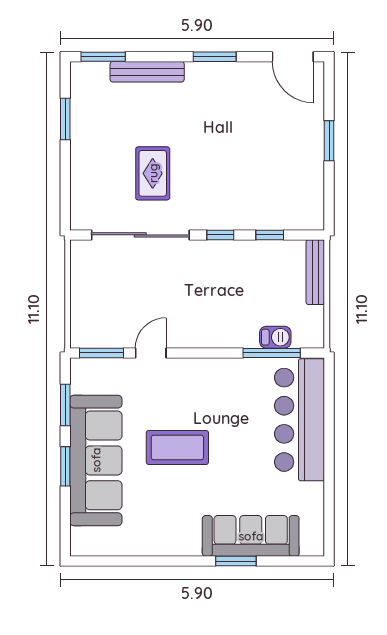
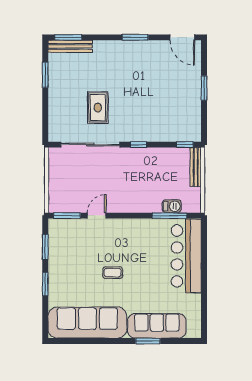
bench: (147, 72) -> (70, 46), moved
window: (270, 235) -> (185, 145), moved
coffee table: (177, 447) -> (113, 273), width x0.54, depth x0.58
sofa: (96, 460) -> (87, 323), moved, turned -90

